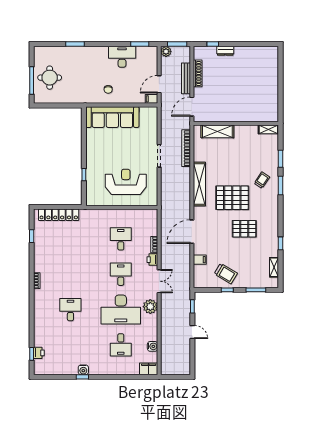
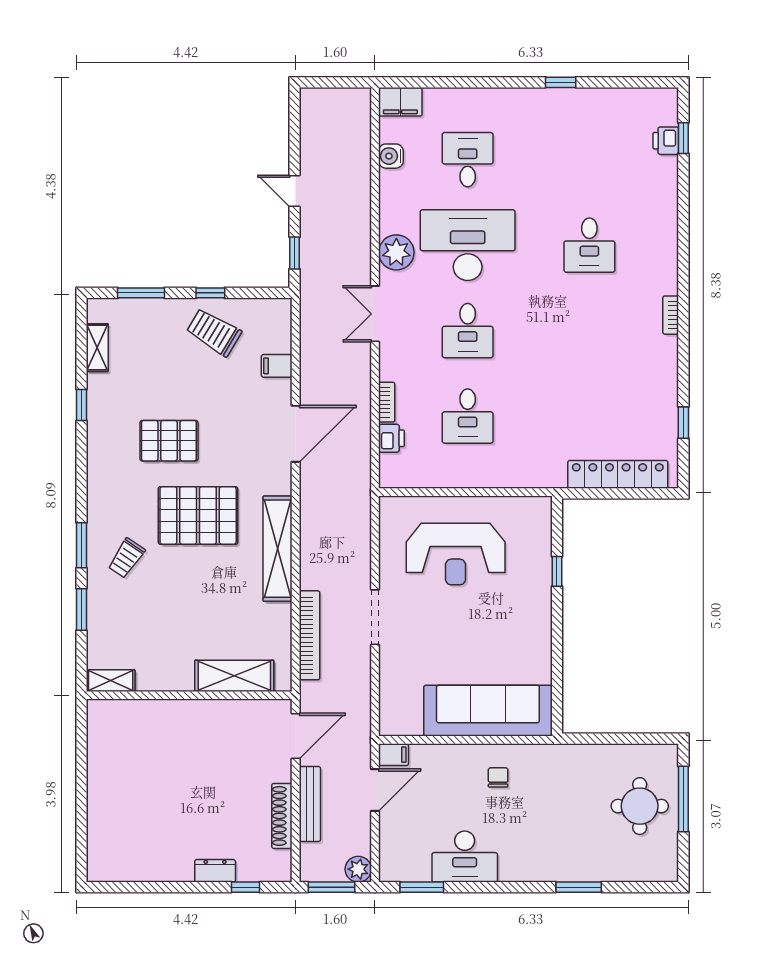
printer: (152, 260) -> (391, 438), moved
water cooler: (83, 370) -> (558, 99), removed

